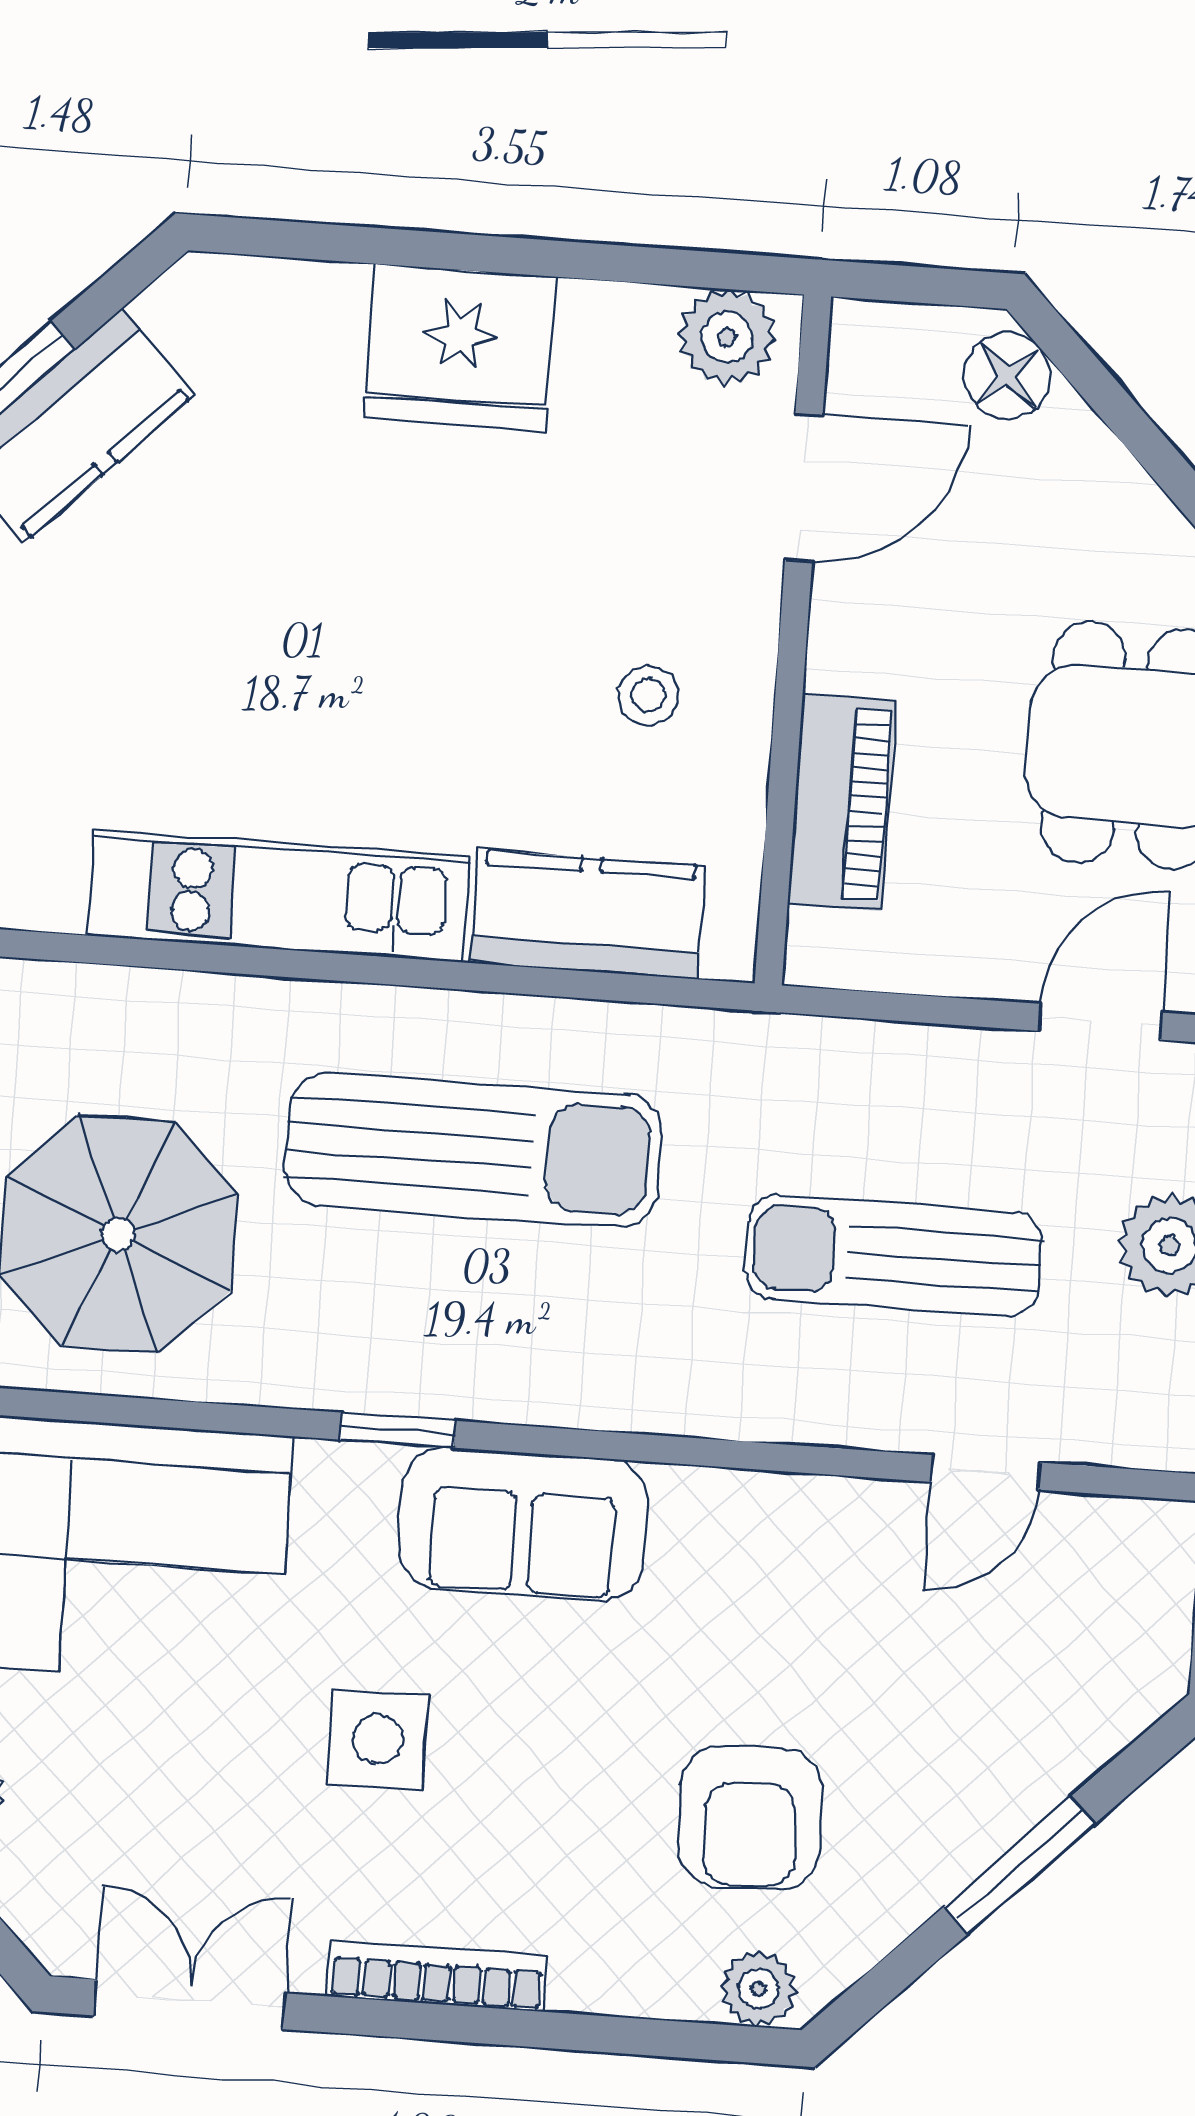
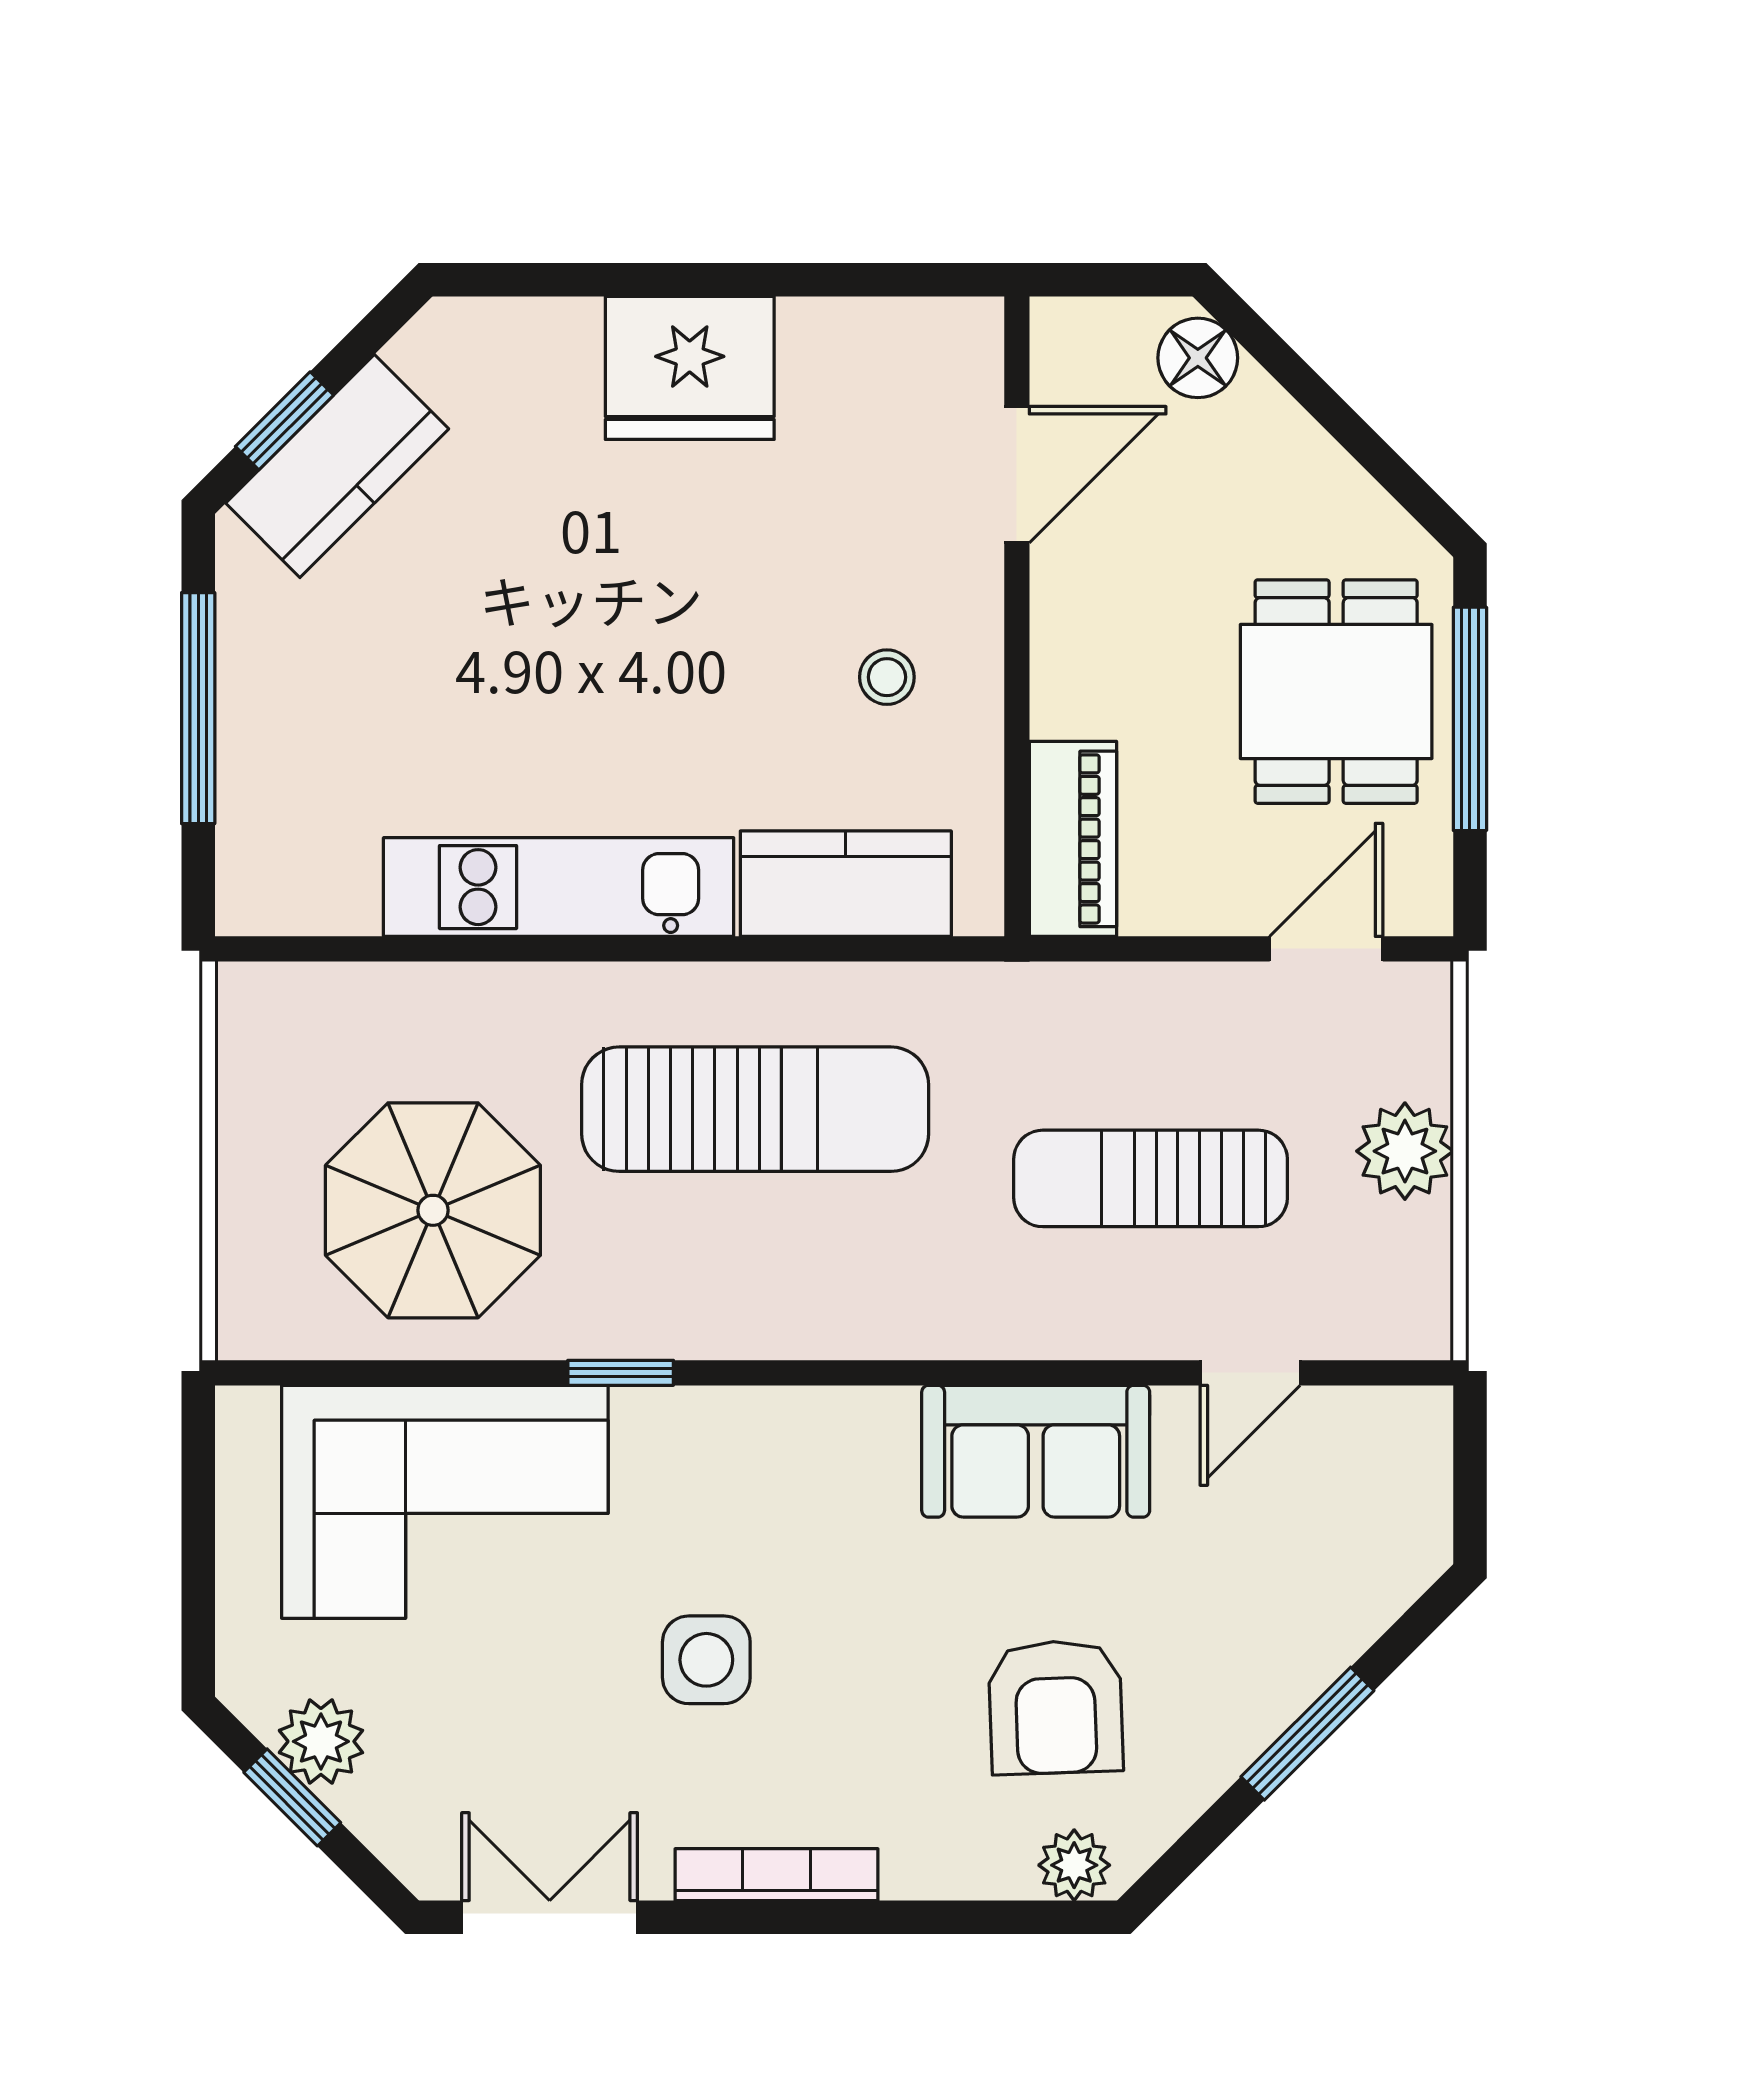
plant: (727, 337) -> (936, 341), removed
piano: (842, 803) -> (1073, 839), moved
window: (398, 1430) -> (621, 1373), moved
sofa: (523, 1524) -> (1036, 1451), moved

